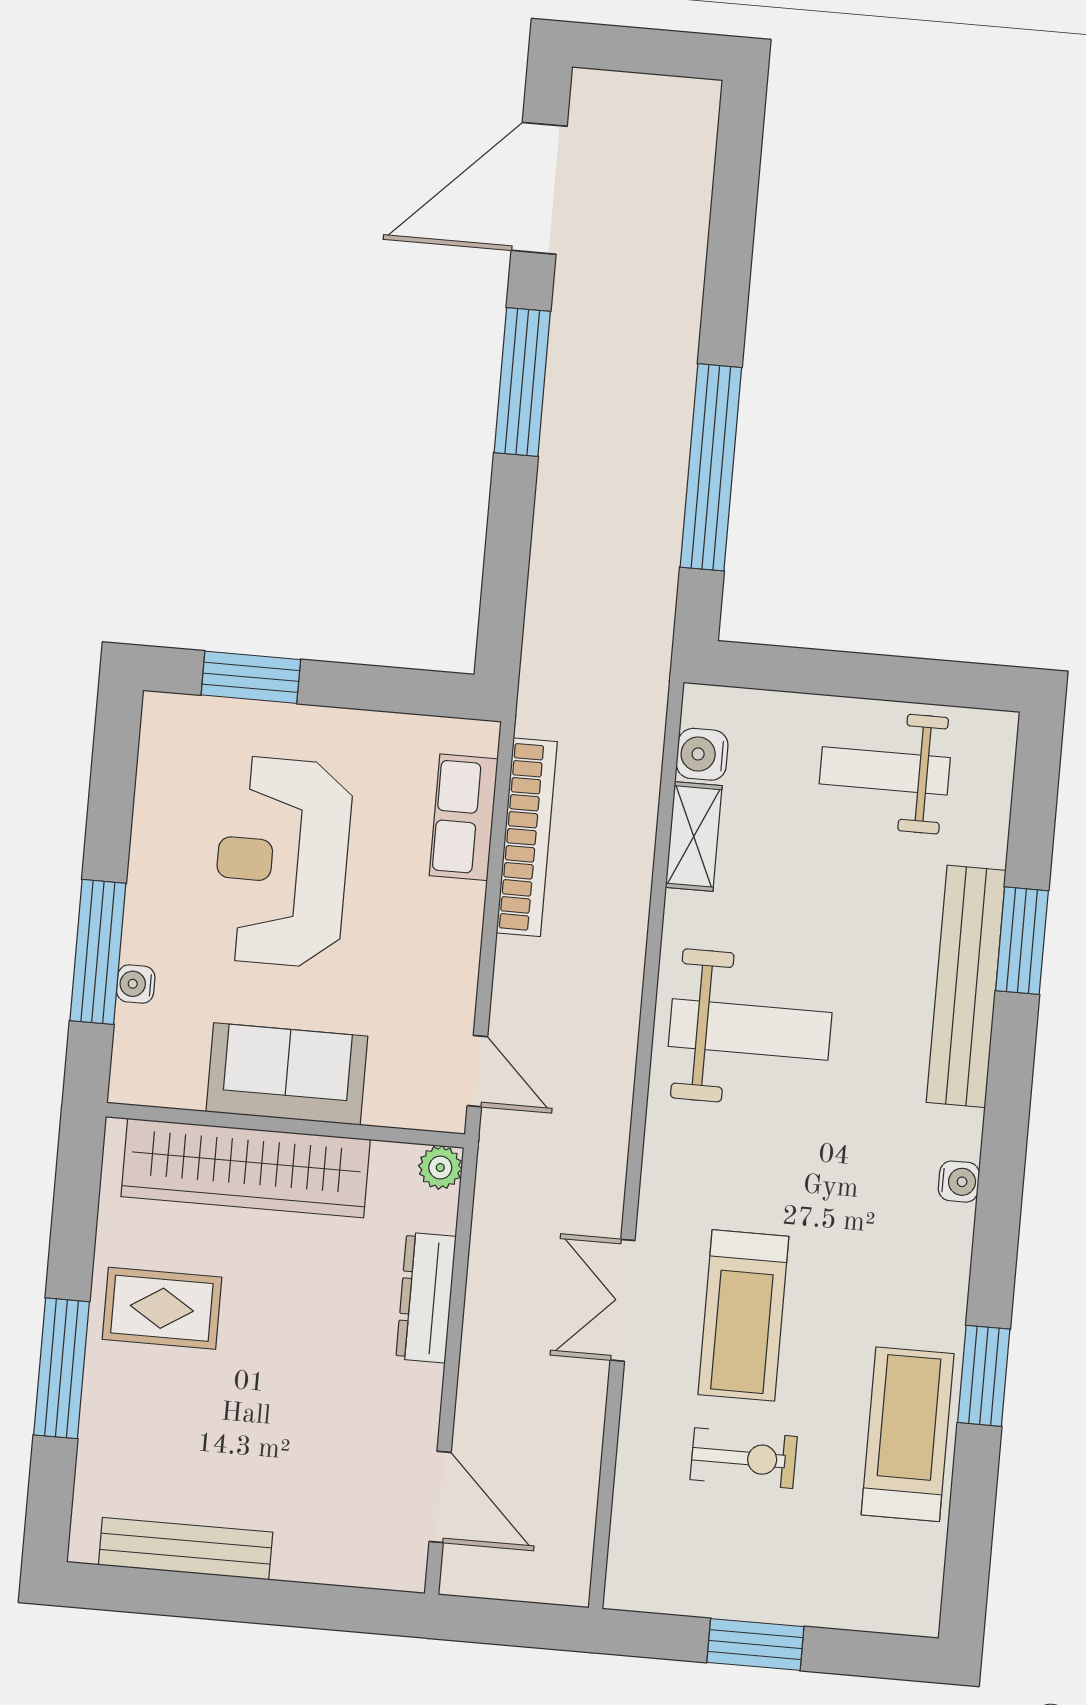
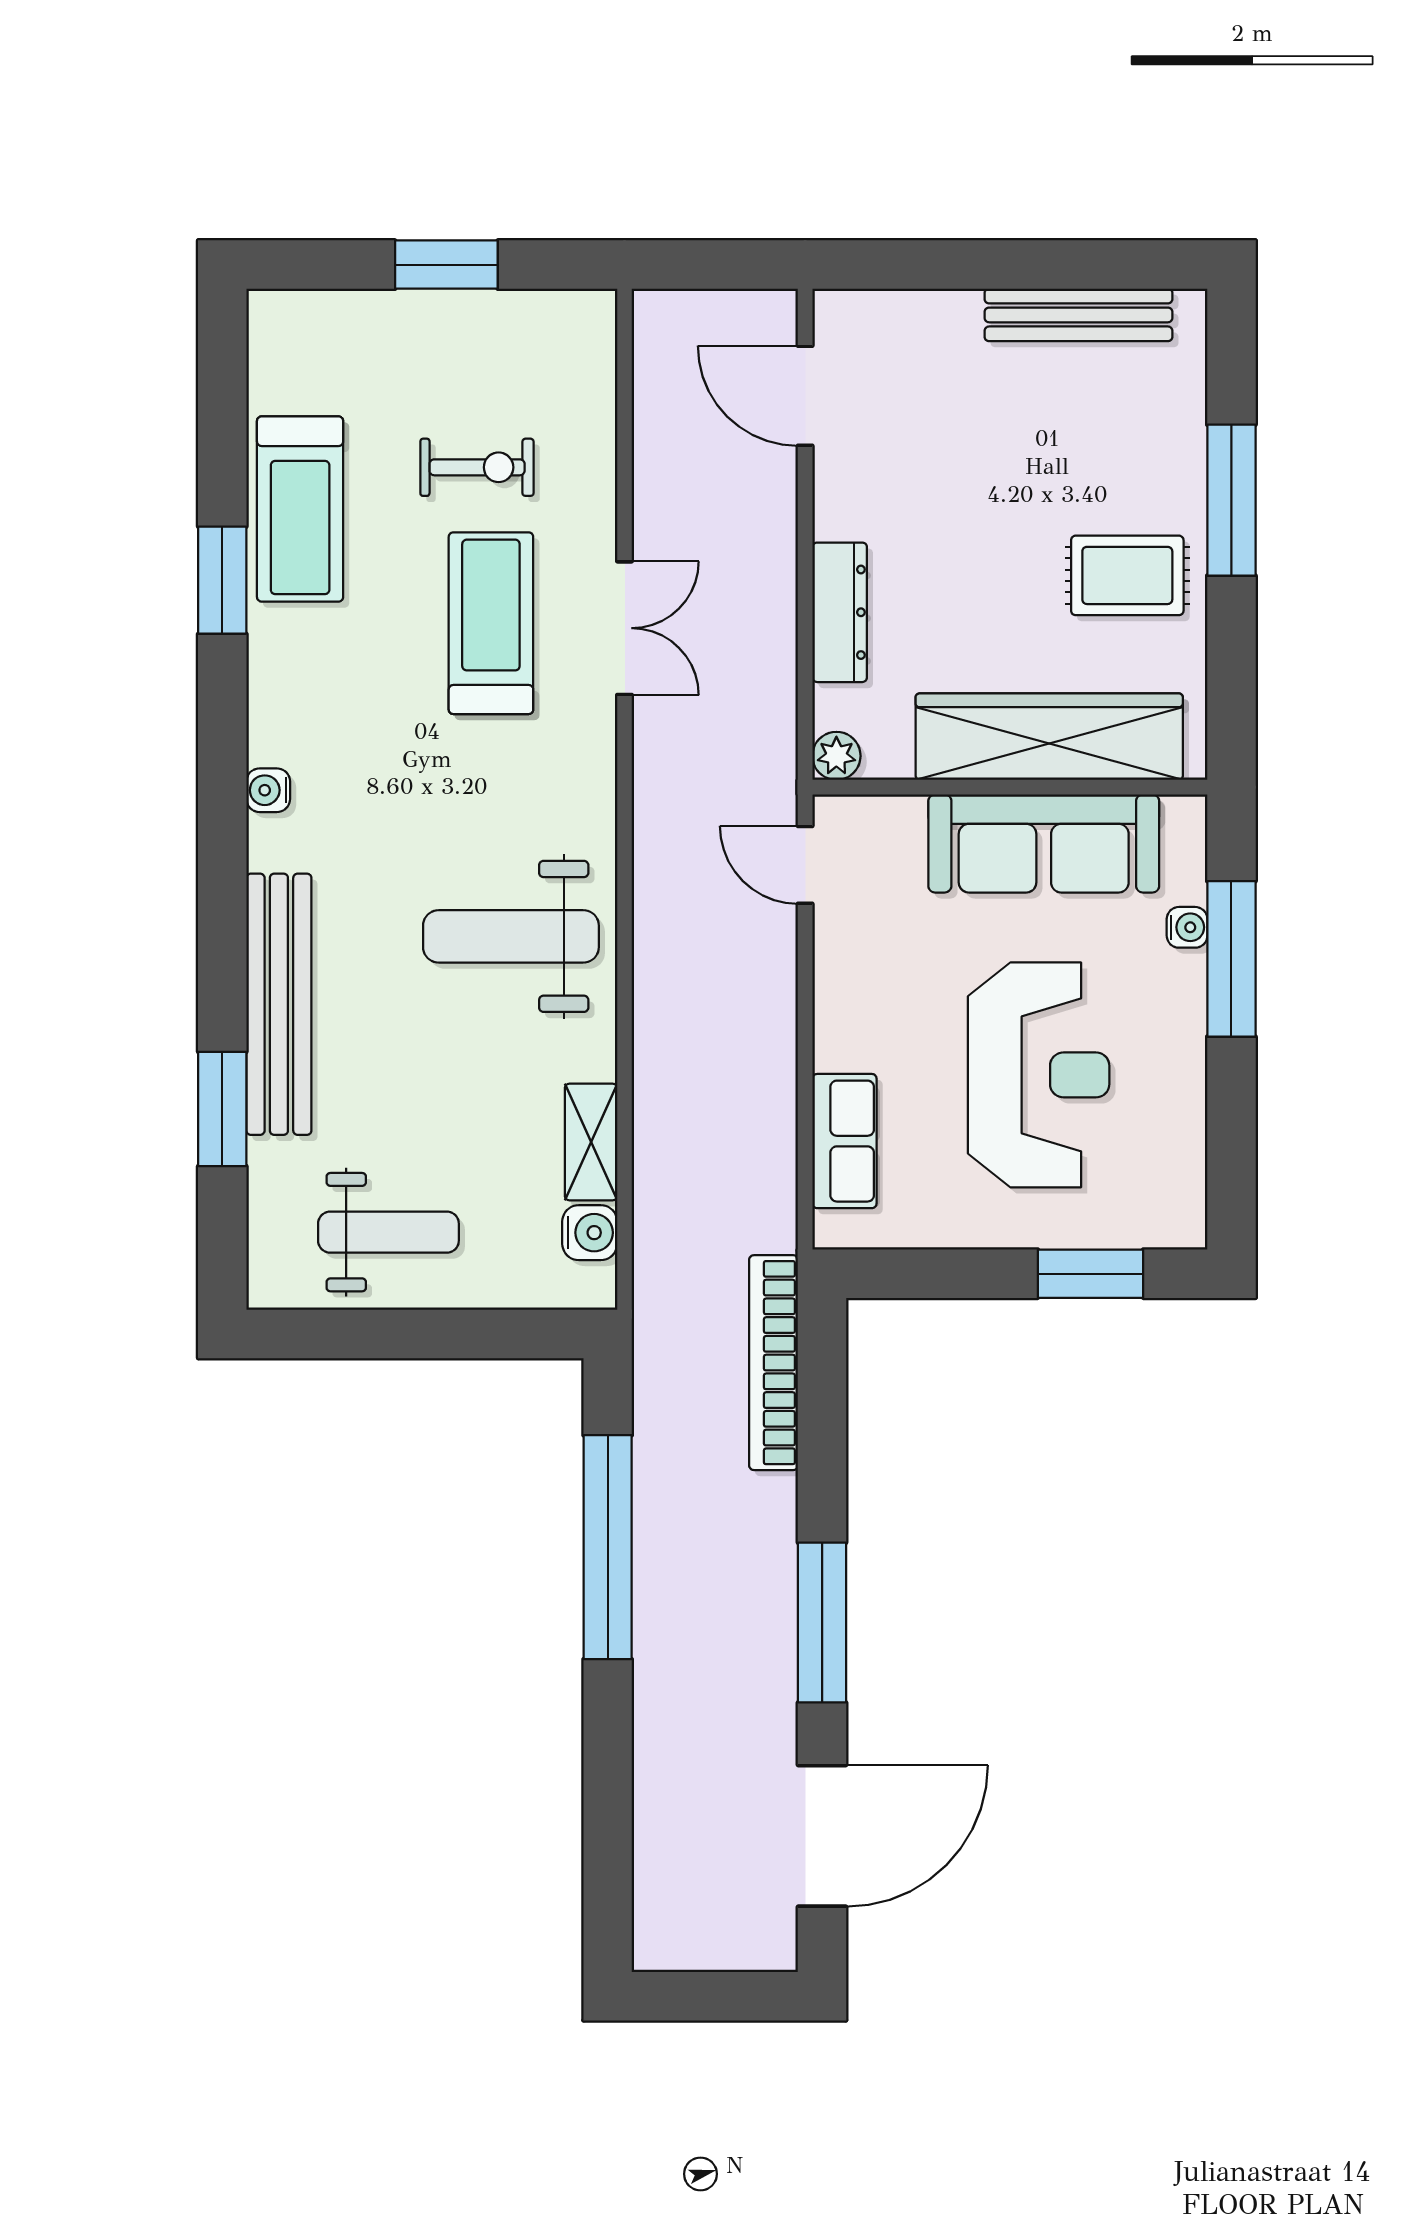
bookcase: (527, 837) -> (774, 1363), moved
window: (1022, 941) -> (222, 1109), moved
sofa: (287, 1074) -> (1044, 843), width x1.36
exercise bike: (744, 1458) -> (477, 467), turned 180

